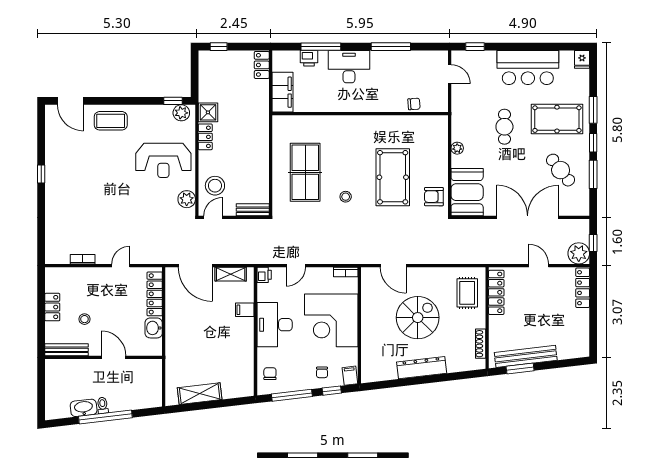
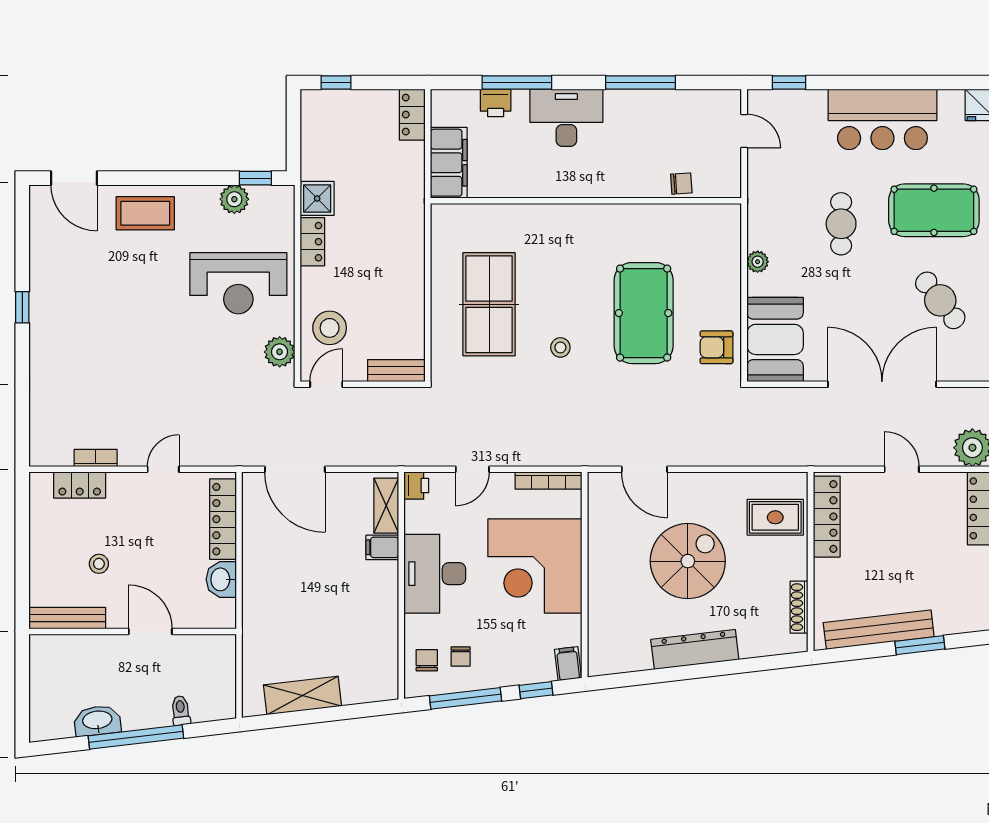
plant: (181, 113) -> (234, 199), moved
bookcase: (346, 272) -> (548, 480), width x1.56
shelving: (231, 274) -> (386, 506), moved, turned 90
rug: (467, 293) -> (775, 517), turned 90
locker: (52, 307) -> (80, 485), moved, turned 90
window: (520, 369) -> (920, 645), moved
chair: (322, 372) -> (461, 657), moved
toilet: (103, 405) -> (181, 711), moved

